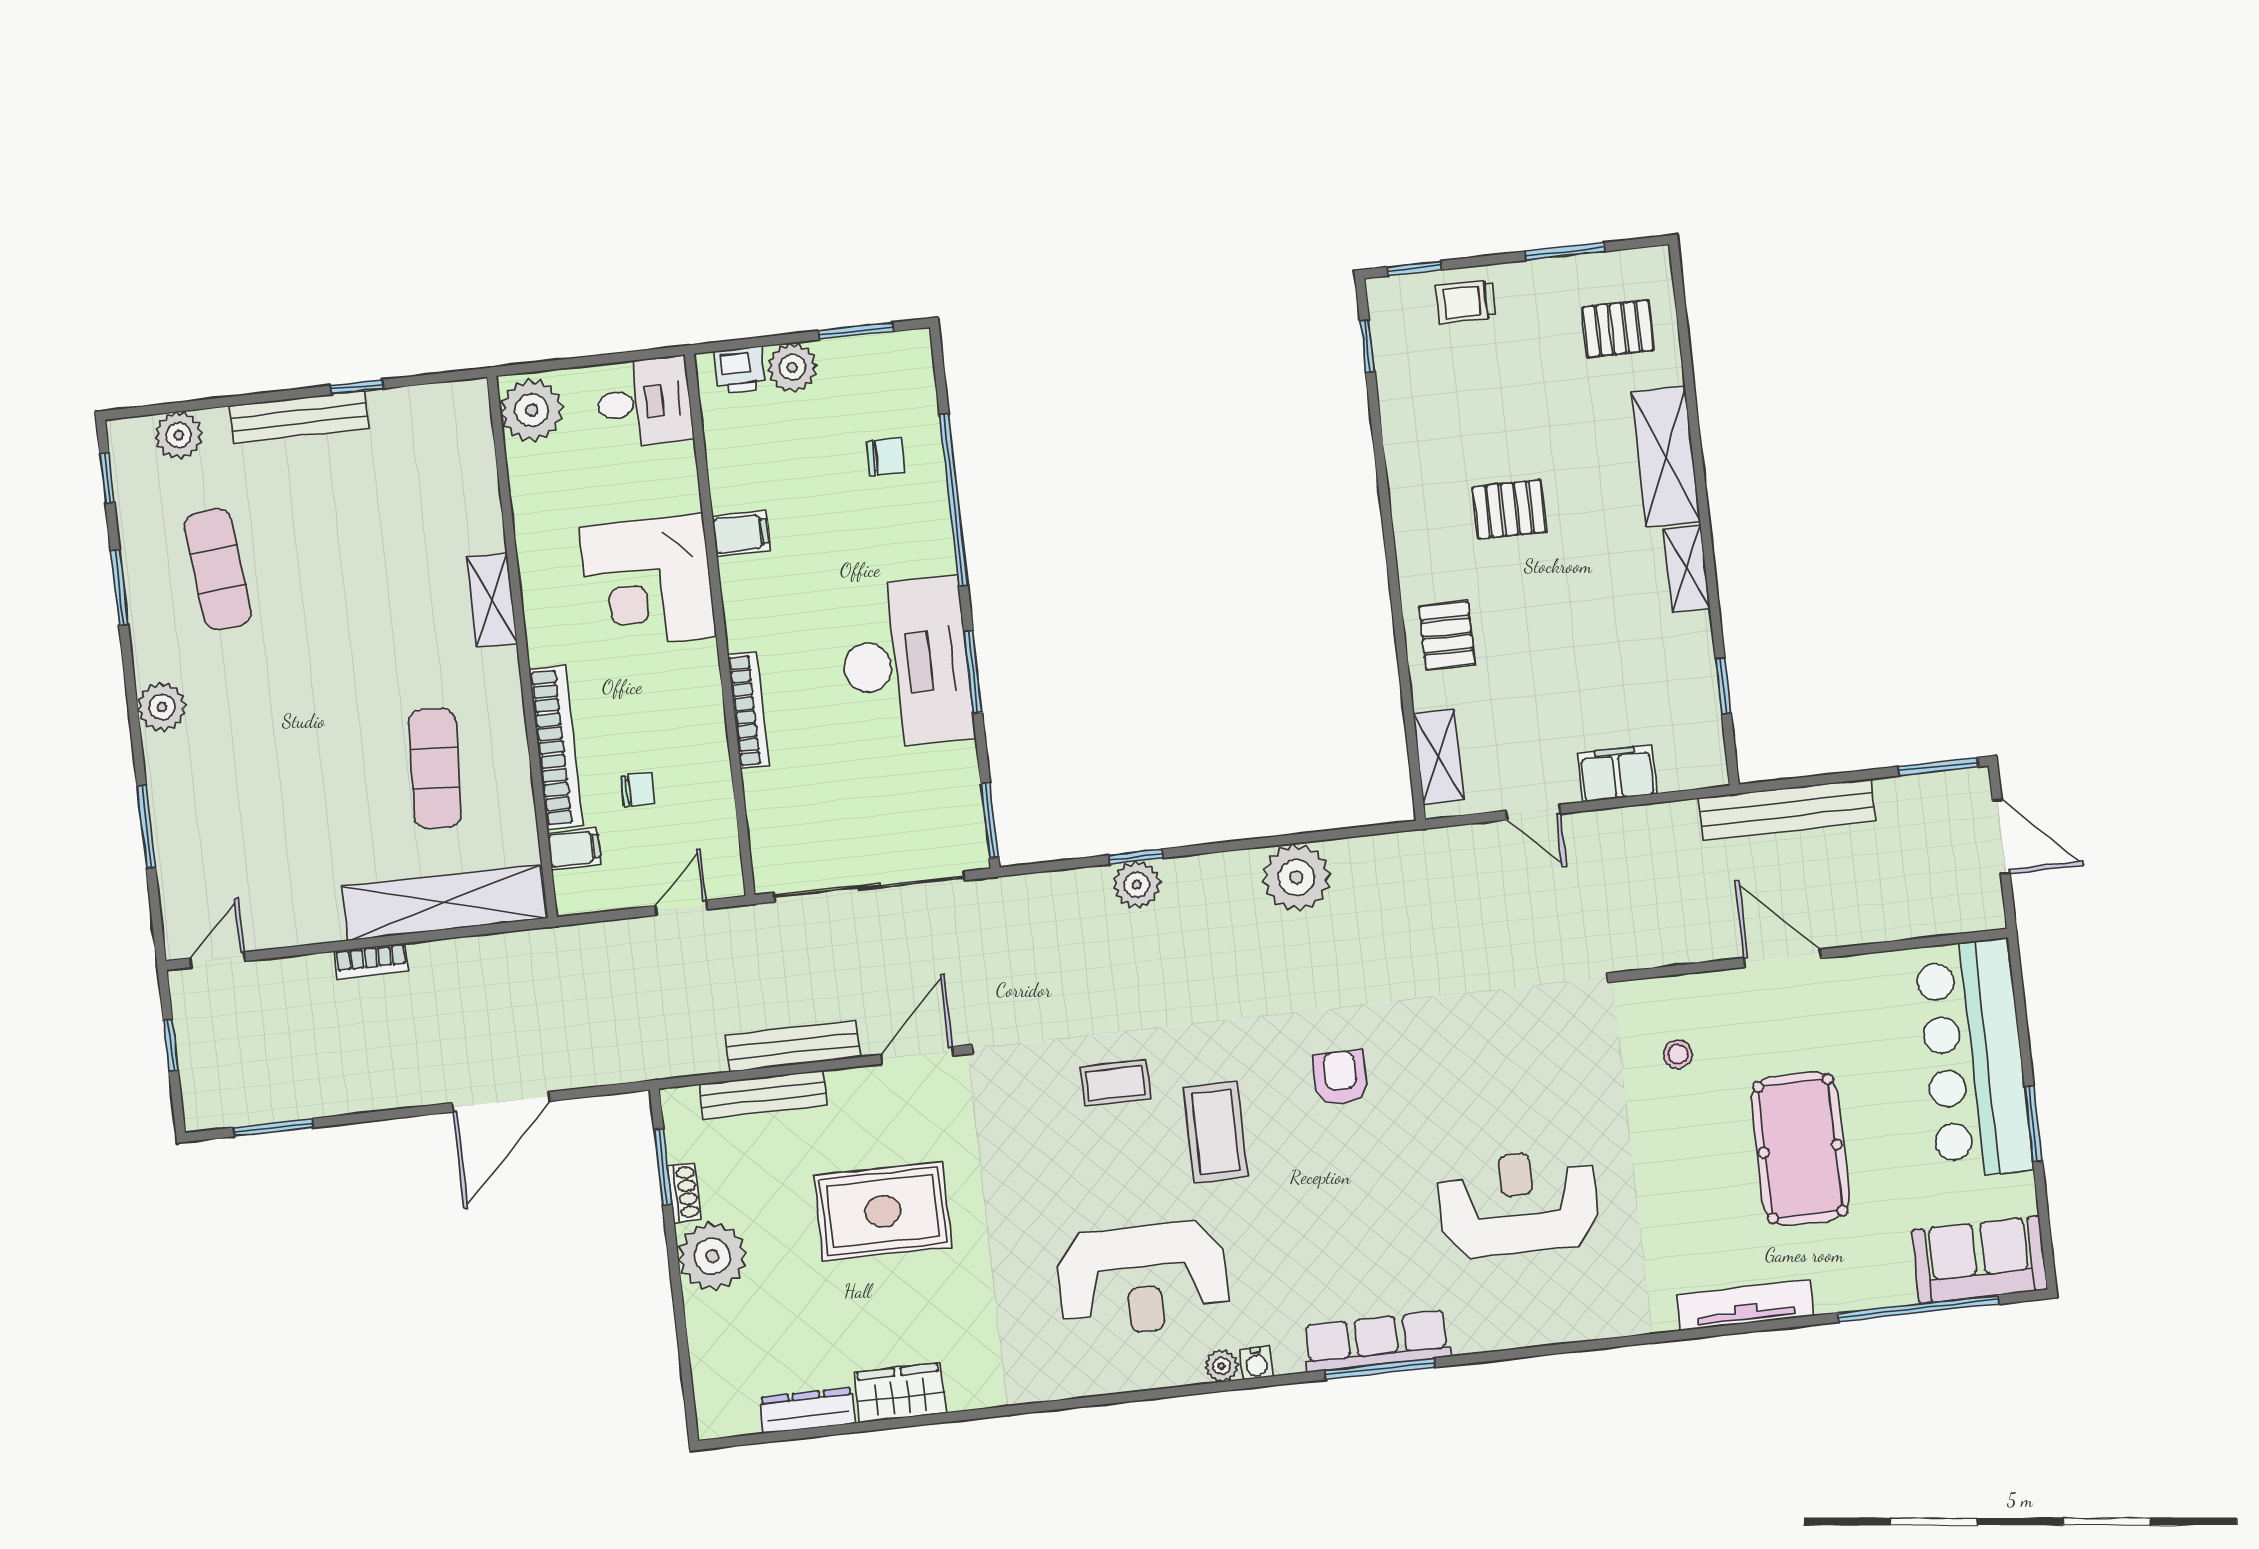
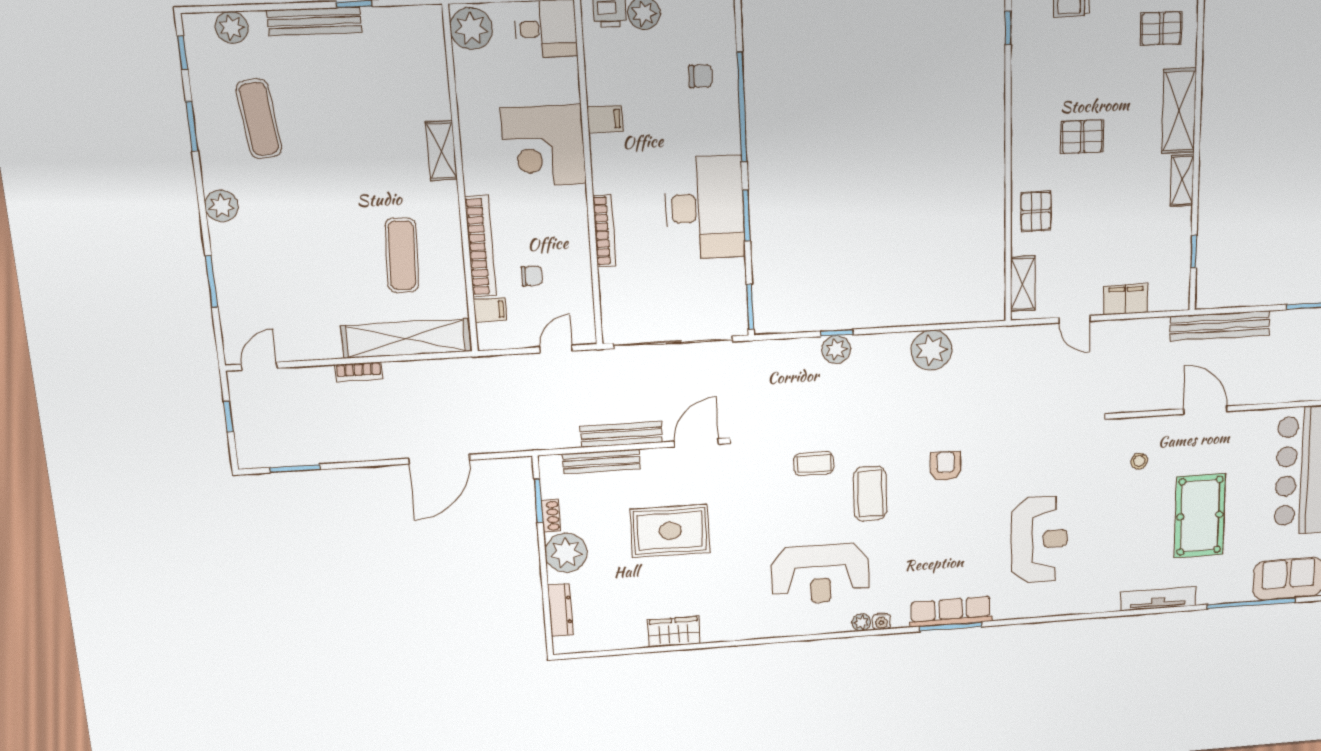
reception desk: (1518, 1203) -> (1039, 540), turned 90
dresser: (808, 1410) -> (560, 610), moved, turned 90

